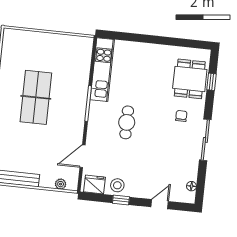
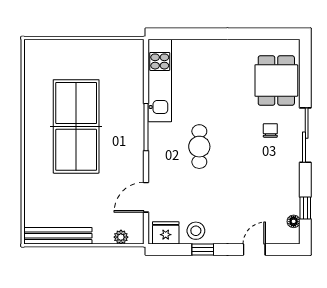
window: (212, 82) -> (305, 208), moved
table tennis table: (36, 97) -> (76, 126), width x1.36, depth x1.32
sliding door: (205, 140) -> (305, 135), moved

